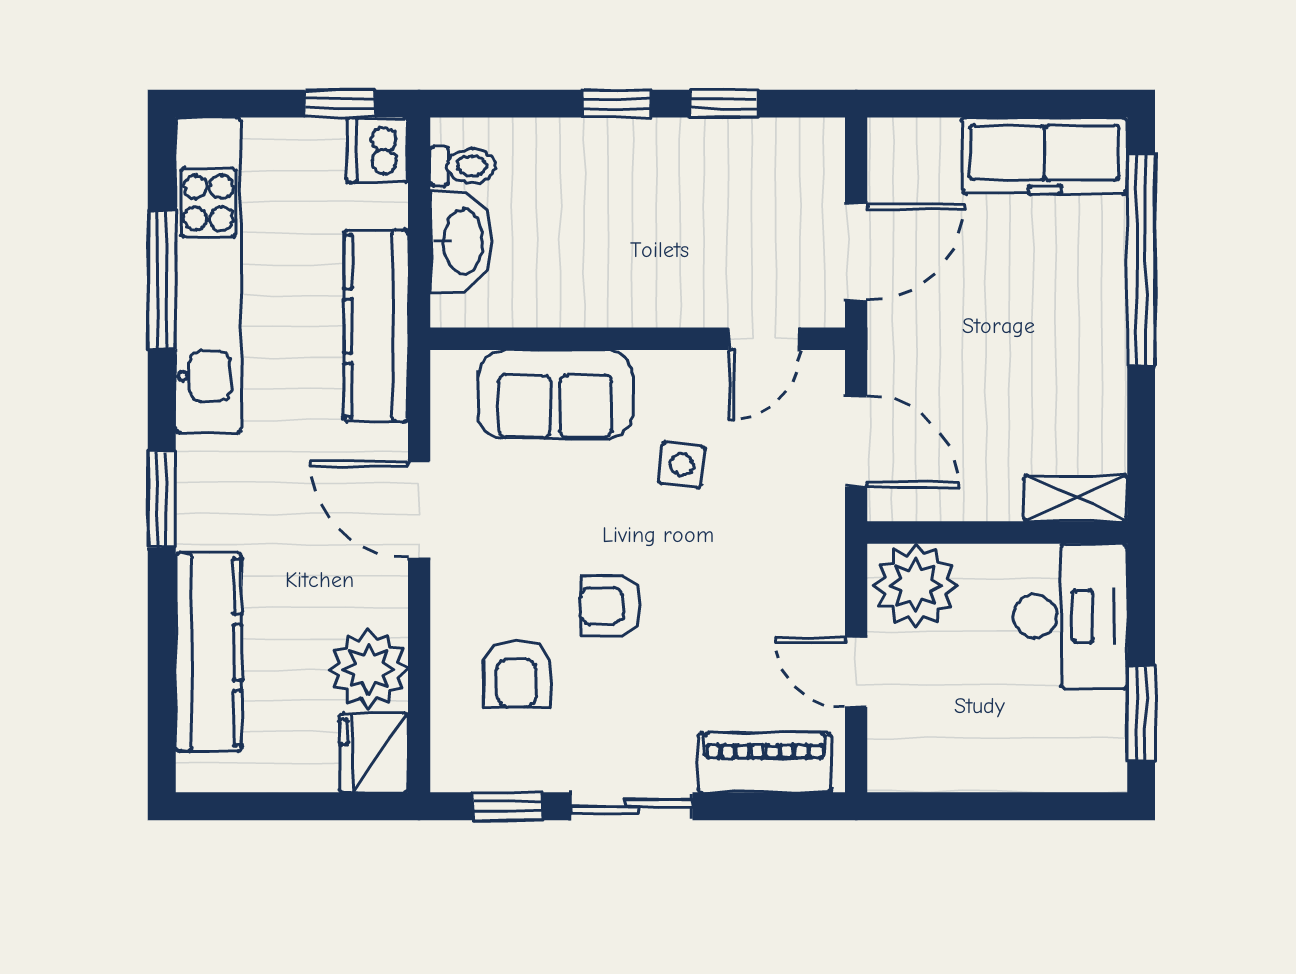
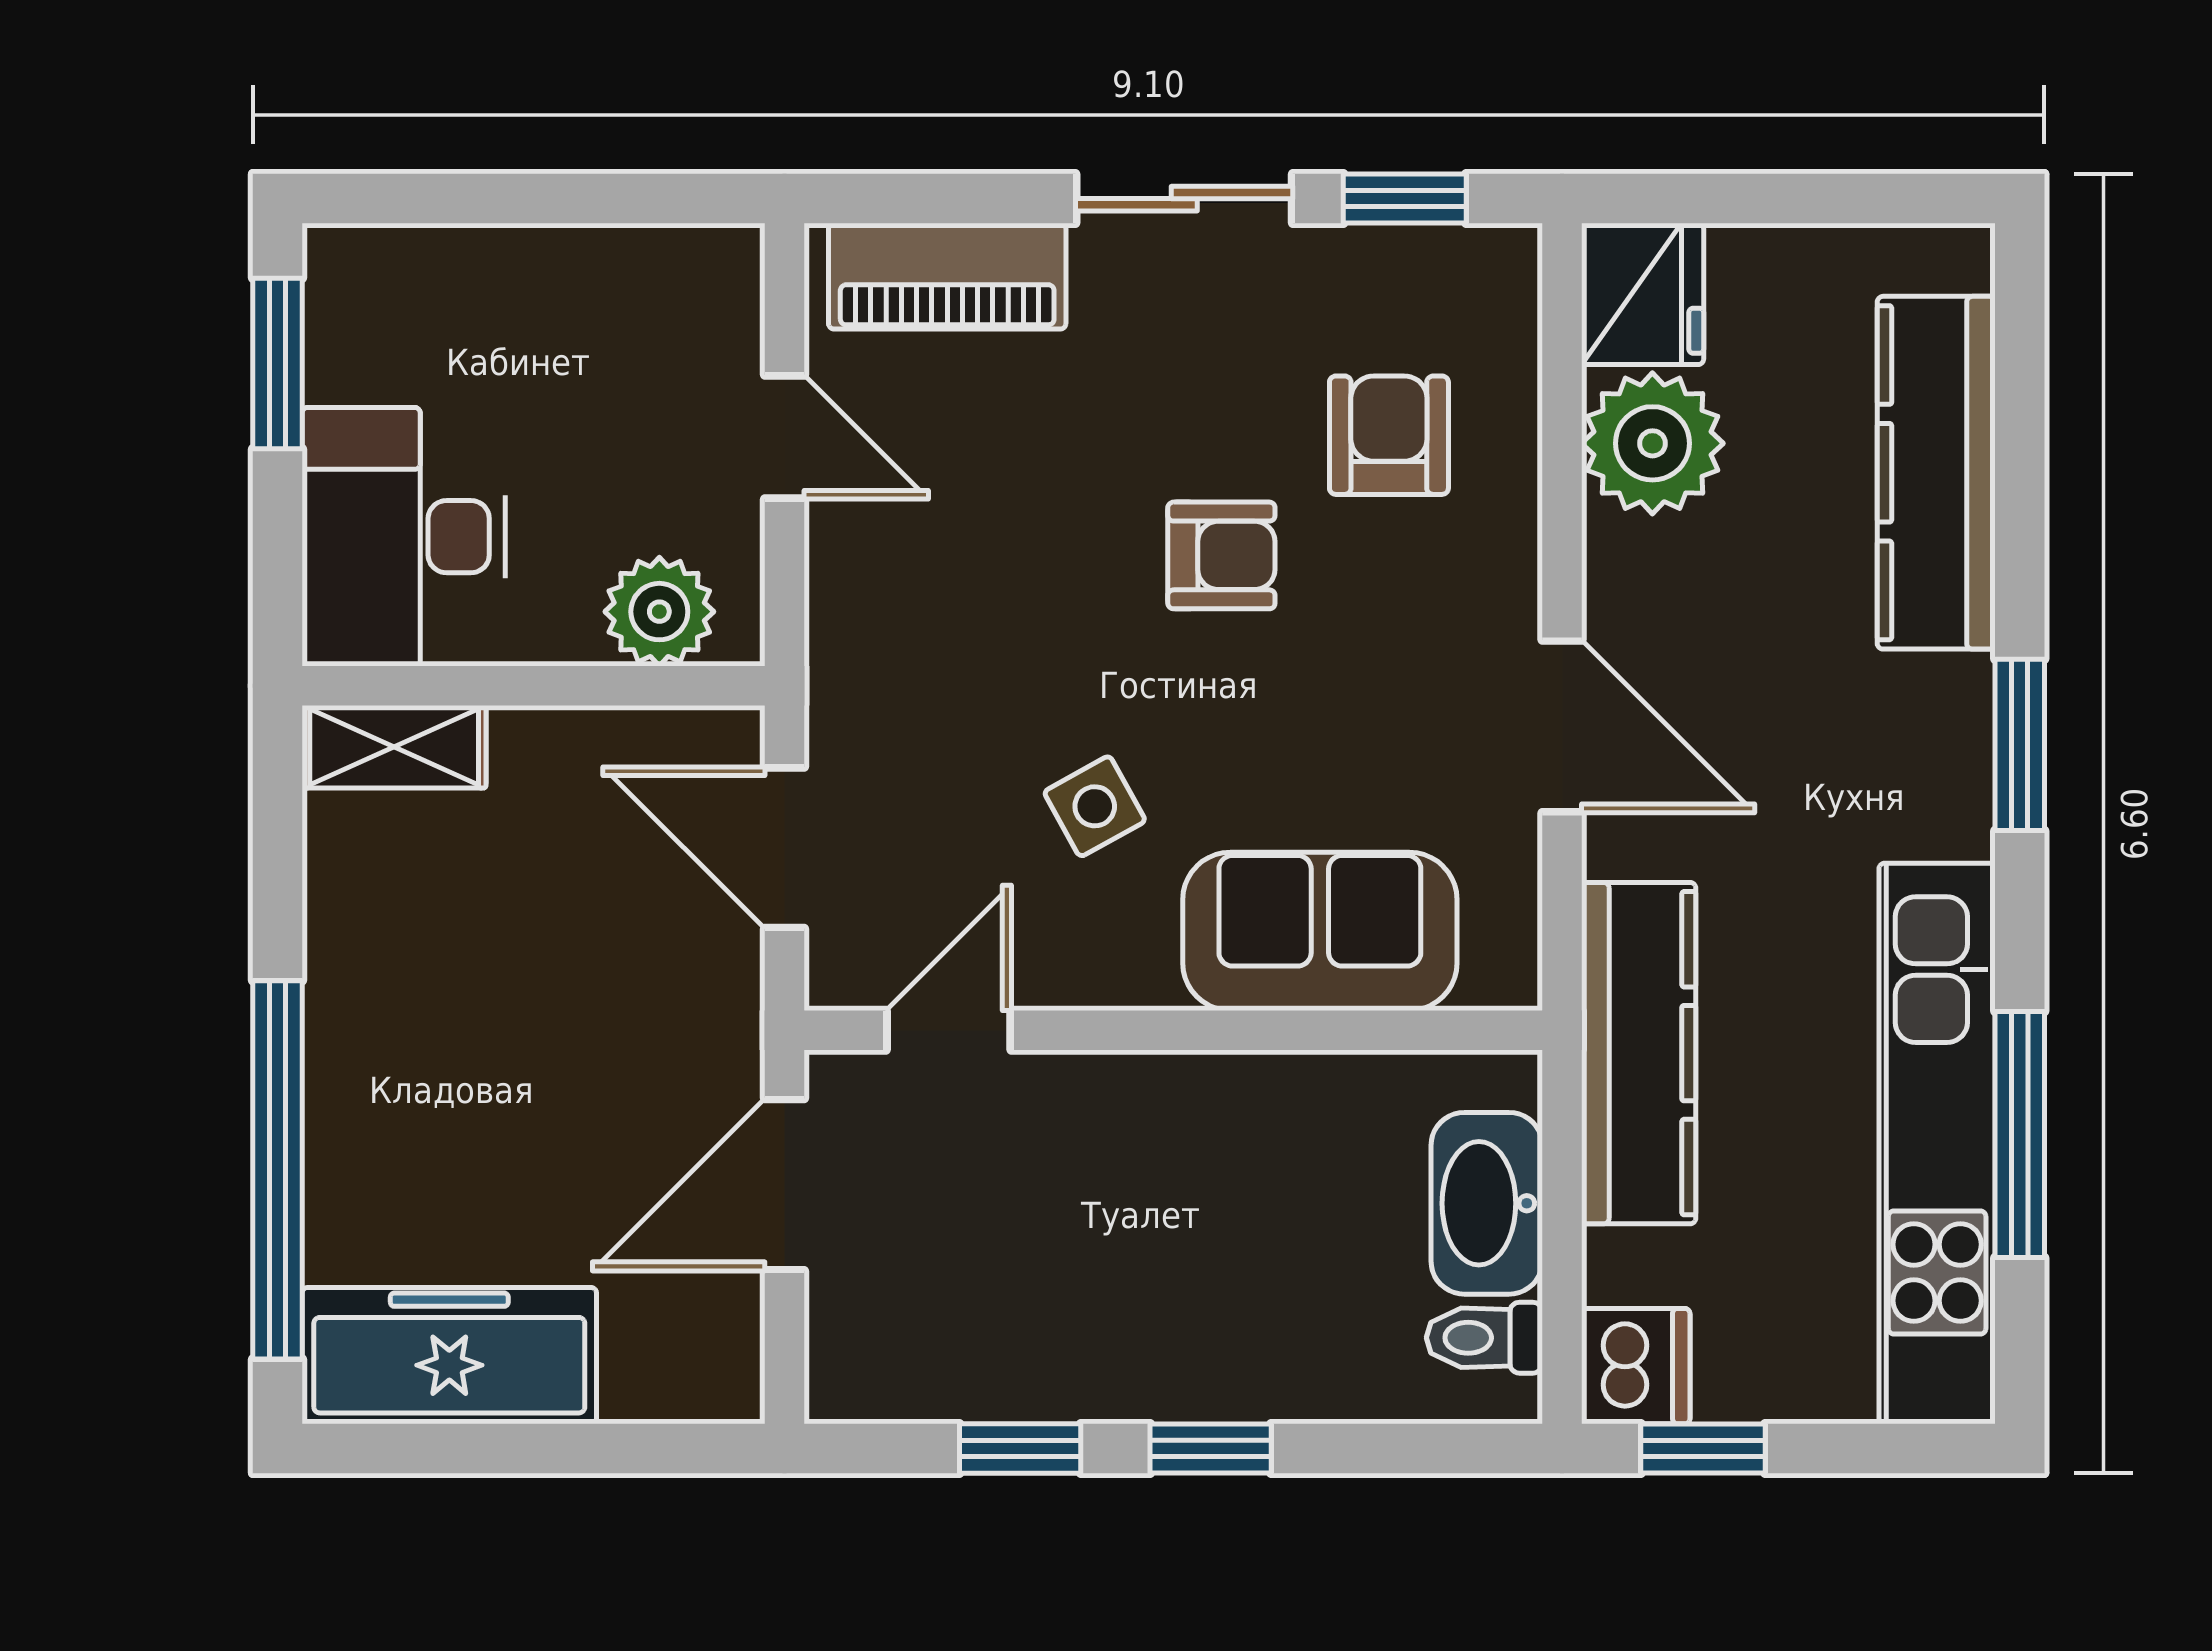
side table: (682, 465) -> (1095, 806), turned -36
plant: (915, 585) -> (659, 612), width x0.73, depth x0.73

